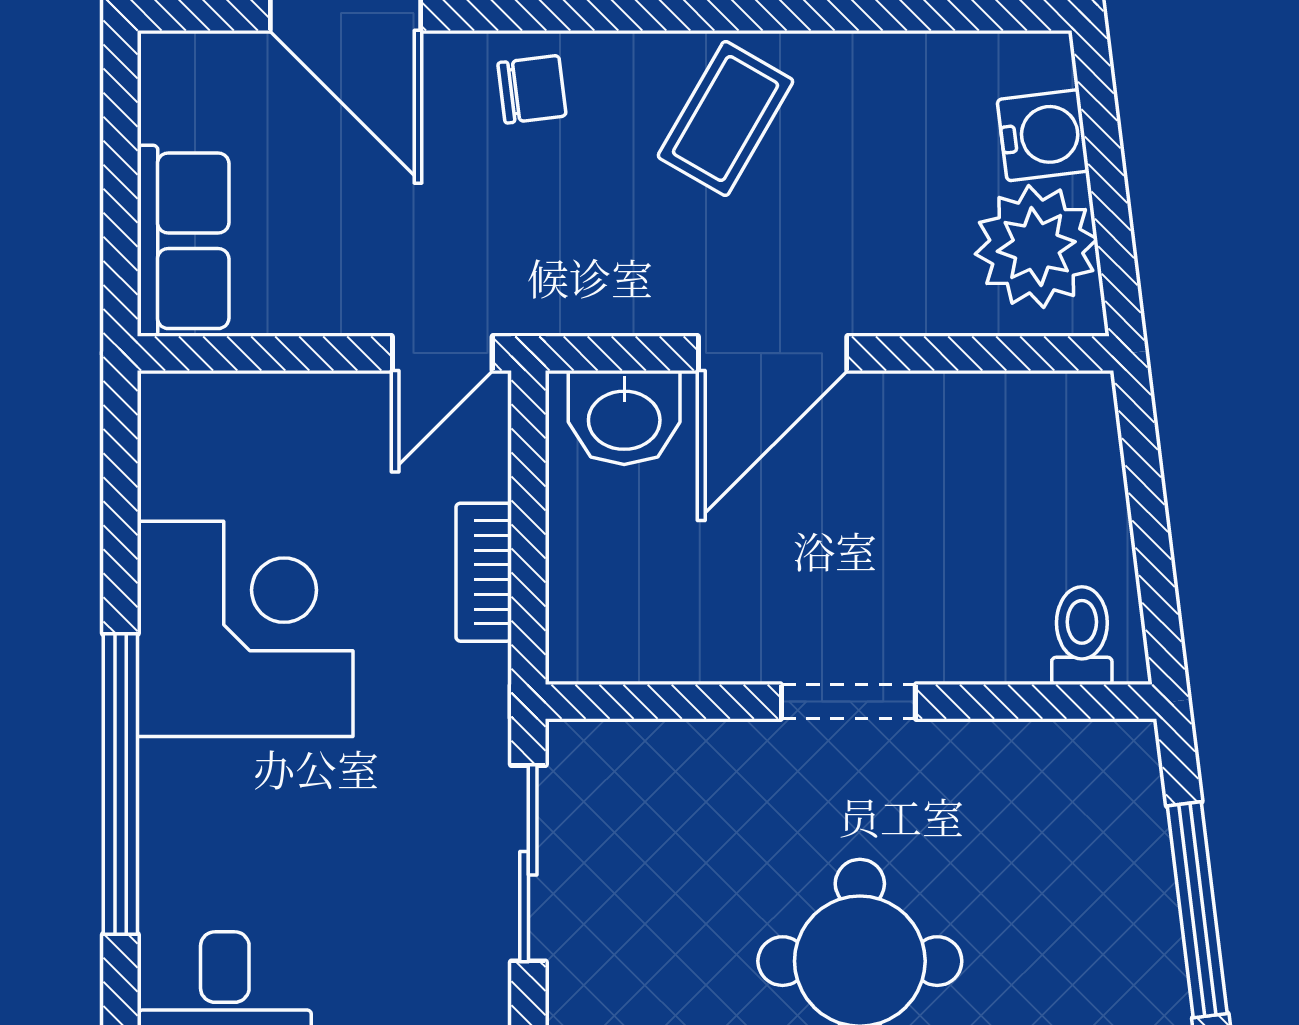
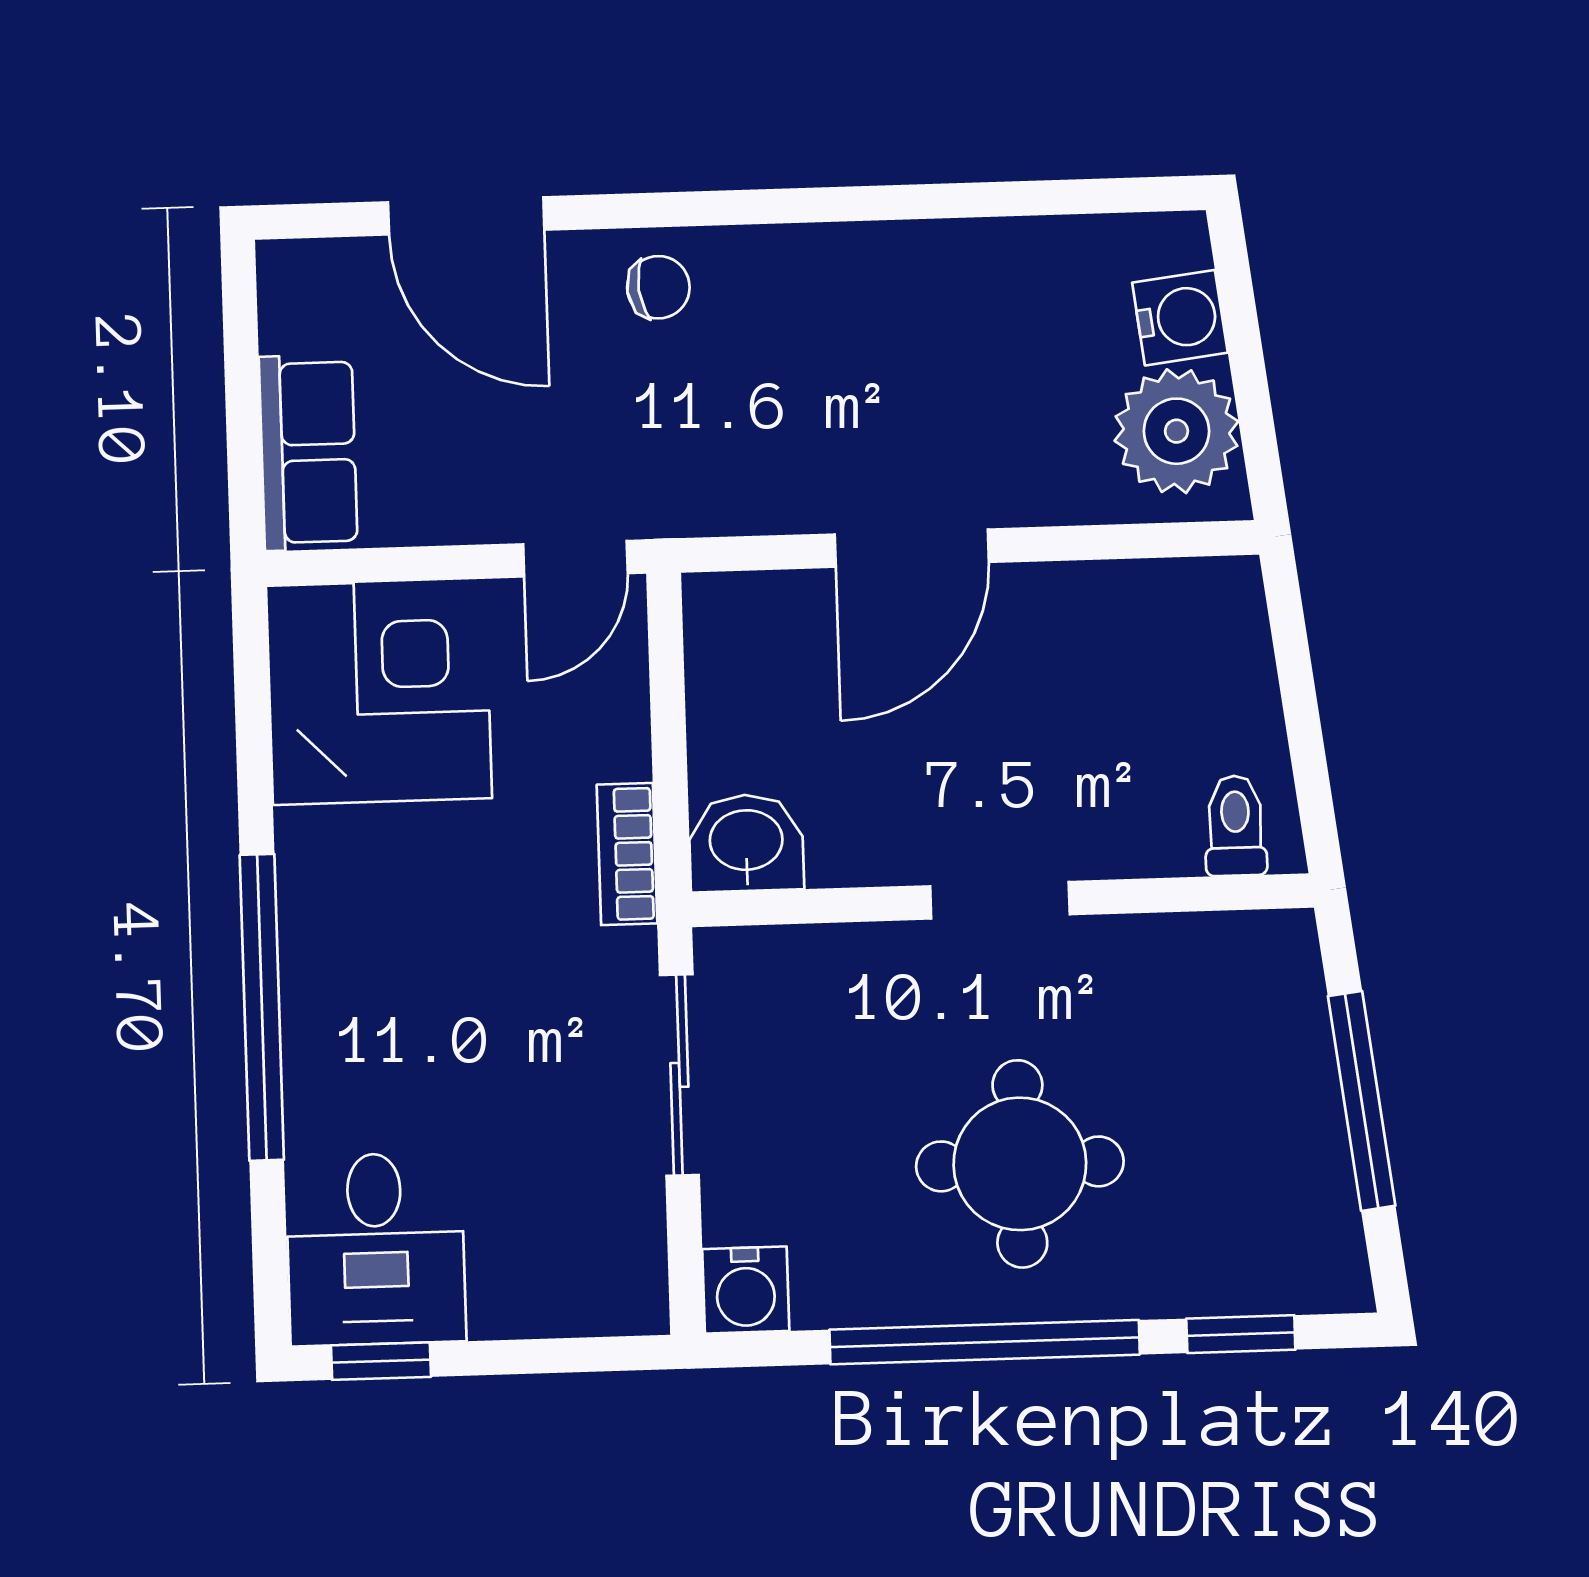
coffee table: (725, 119) -> (856, 311), removed
washbasin: (624, 417) -> (746, 843), moved, turned 180
bookcase: (484, 572) -> (627, 854), moved
corner desk: (245, 629) -> (379, 692), moved

